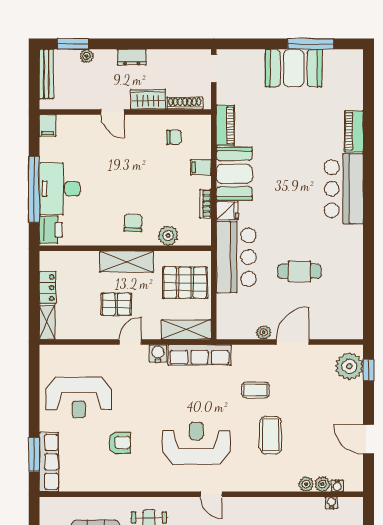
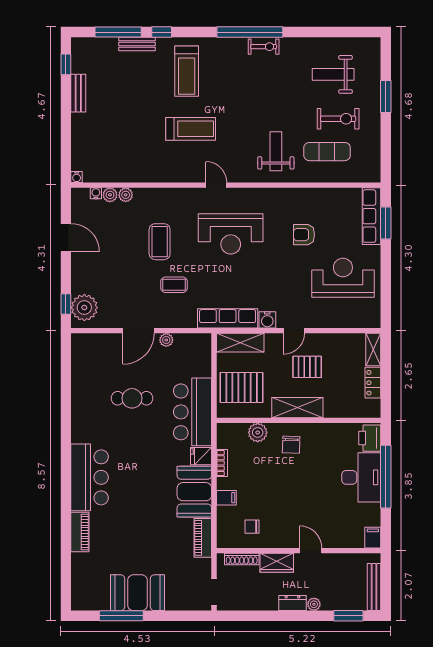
plant: (87, 56) -> (314, 604), moved
water cooler: (331, 503) -> (77, 177), moved

